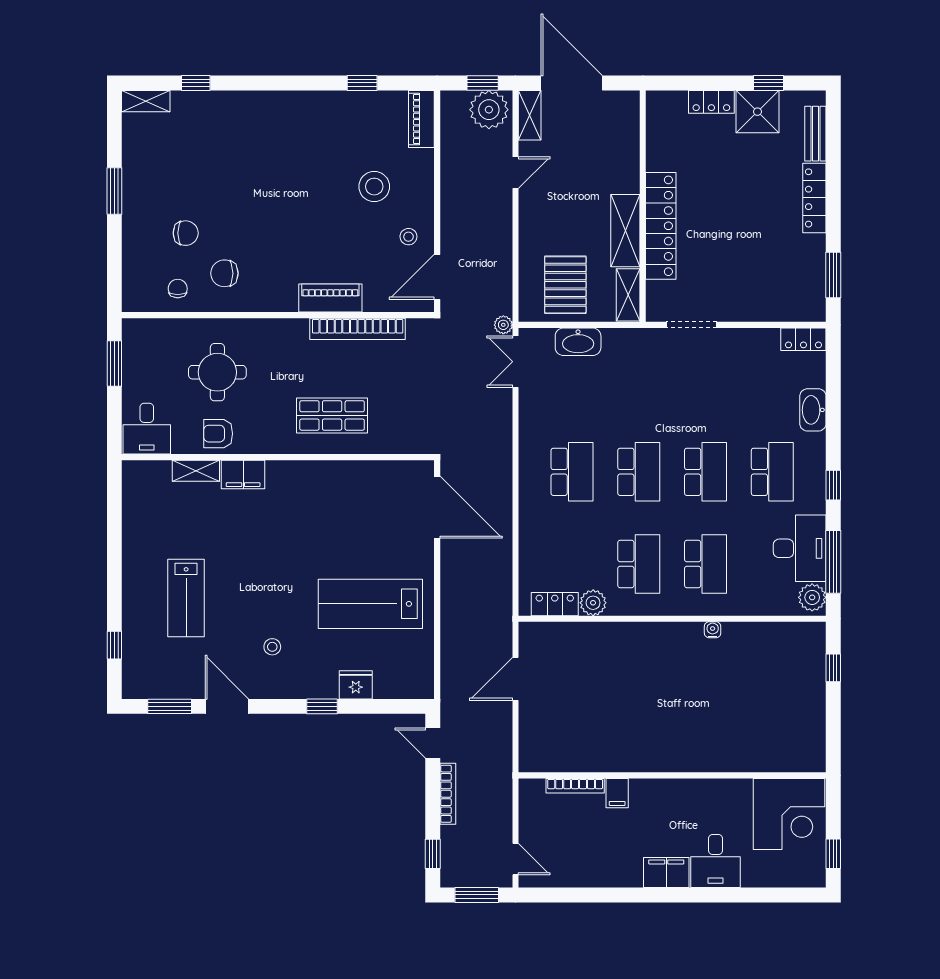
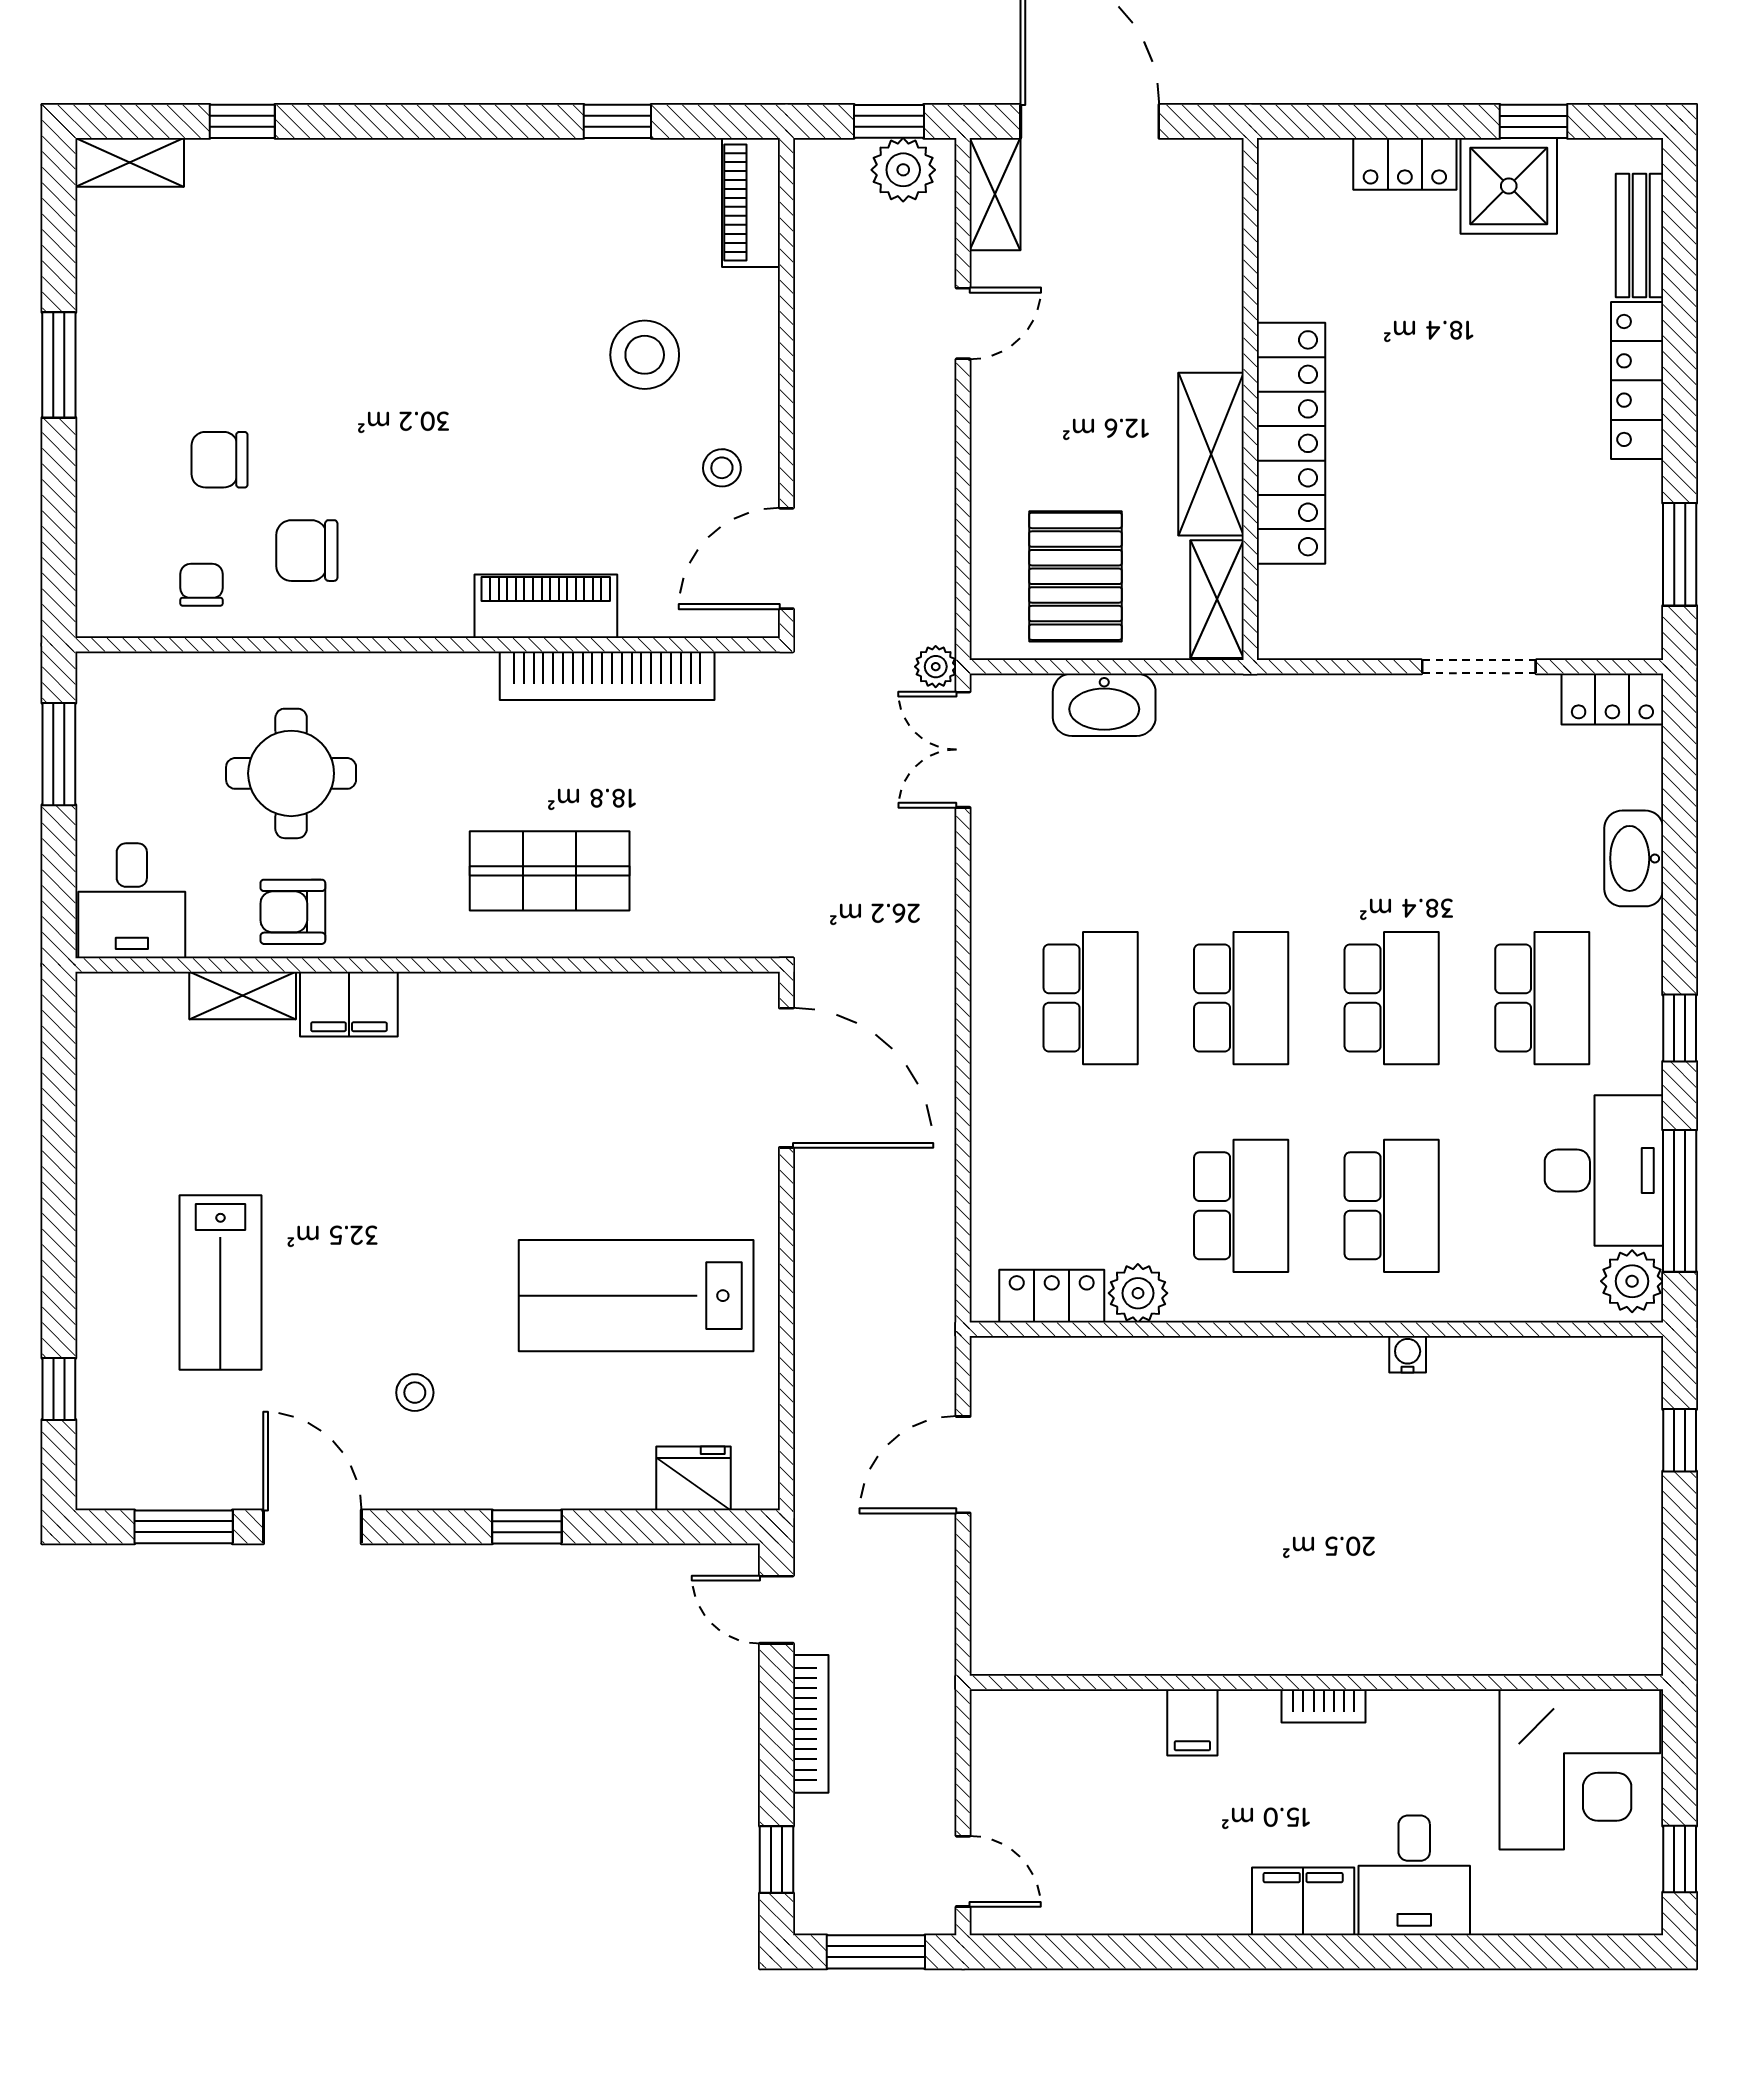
plant: (489, 110) -> (903, 170), width x0.73, depth x0.73
chair: (186, 233) -> (220, 460), turned 180
doorway: (692, 325) -> (1479, 667), moved
fridge: (356, 685) -> (693, 1478), moved
bookcase: (575, 786) -> (1324, 1706), moved, width x0.64

